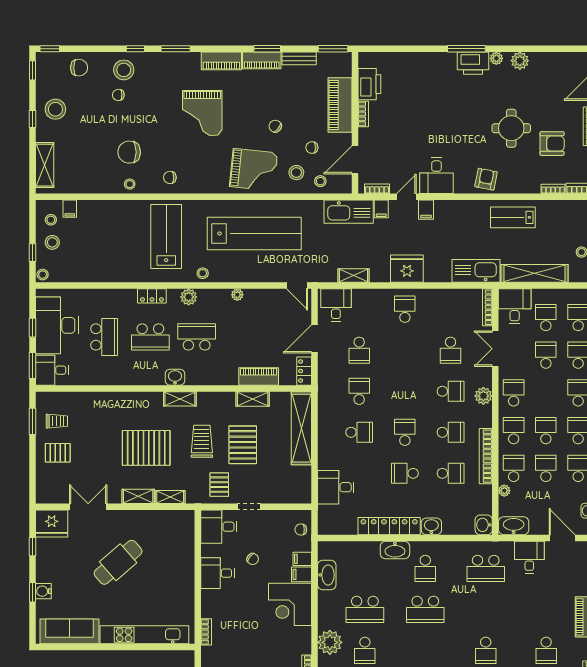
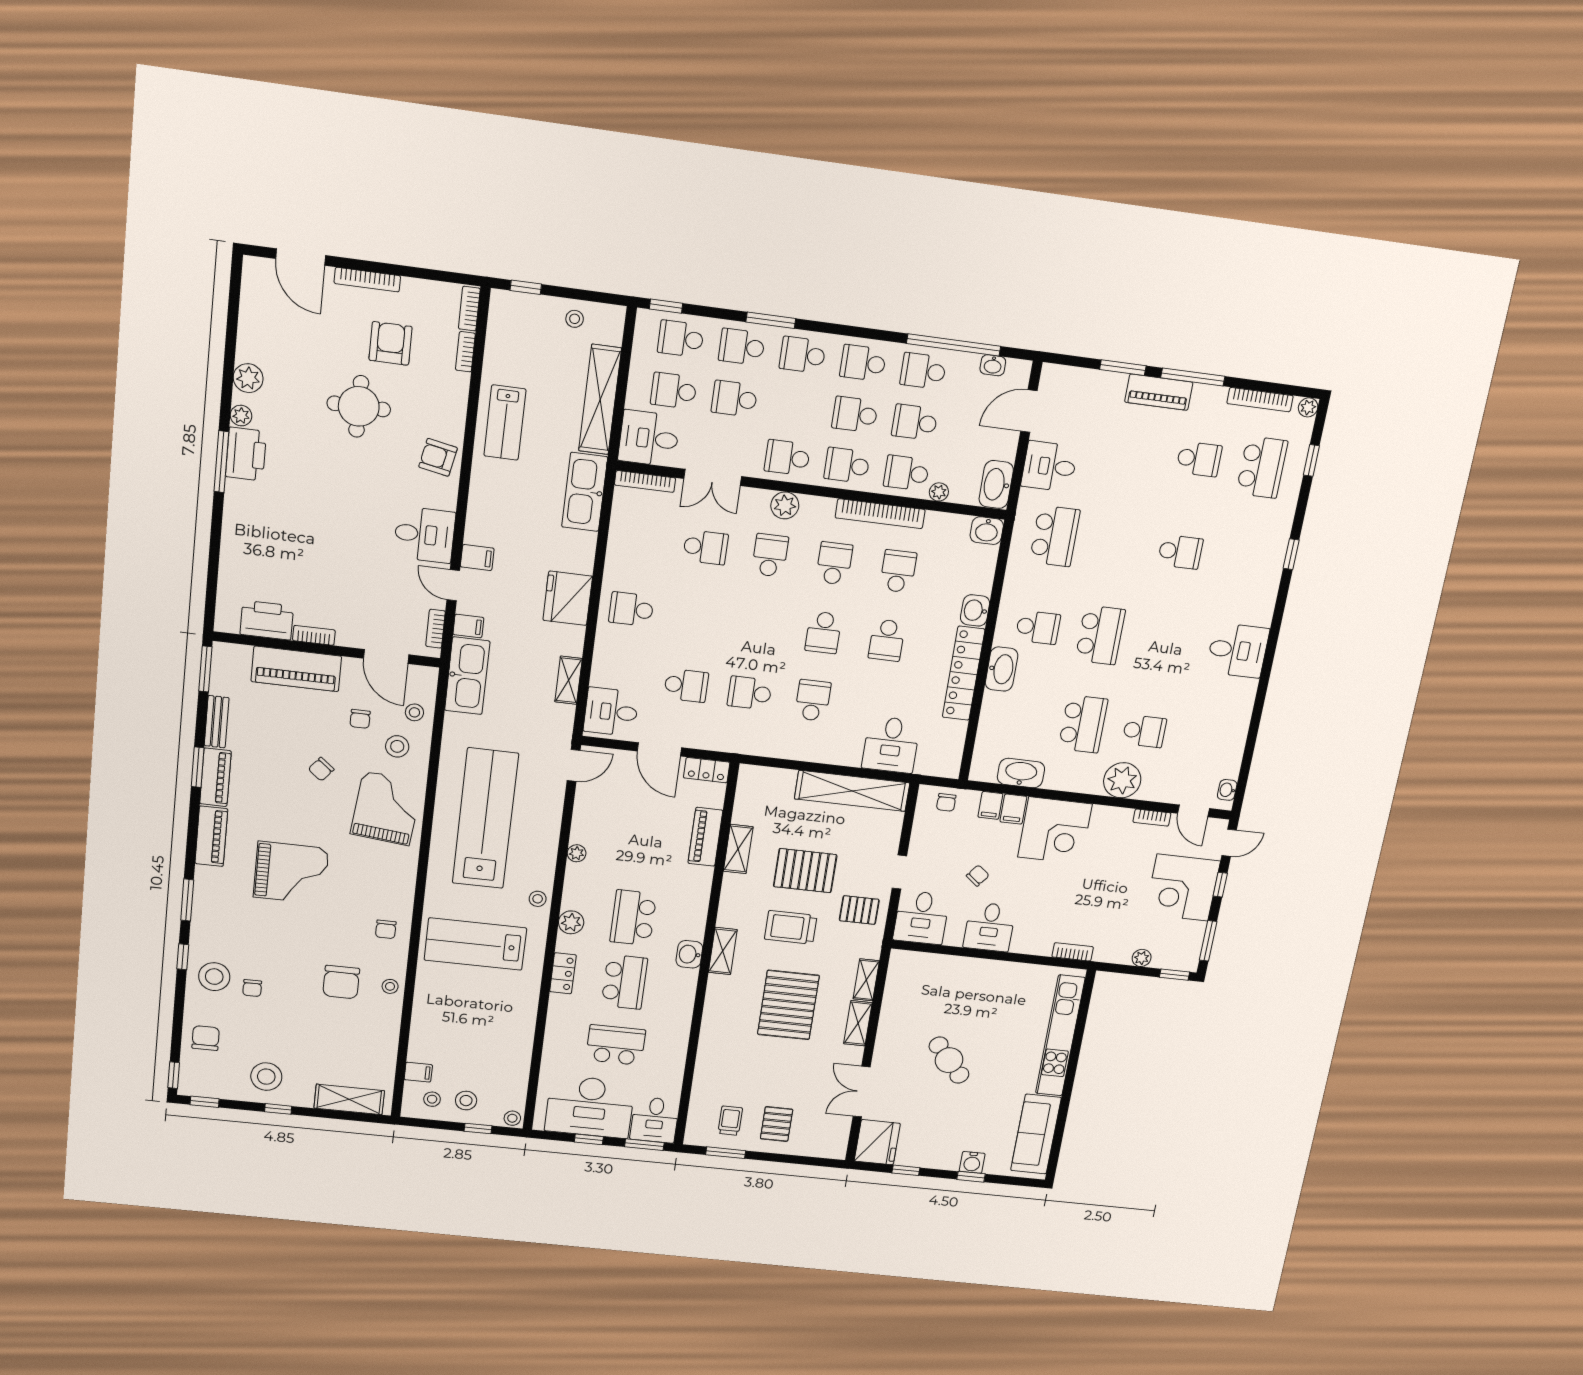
shelving: (301, 428) -> (852, 791), moved
school desk: (405, 432) -> (823, 632), turned -90
cafe table: (118, 562) -> (949, 1060), width x0.73, depth x0.74

